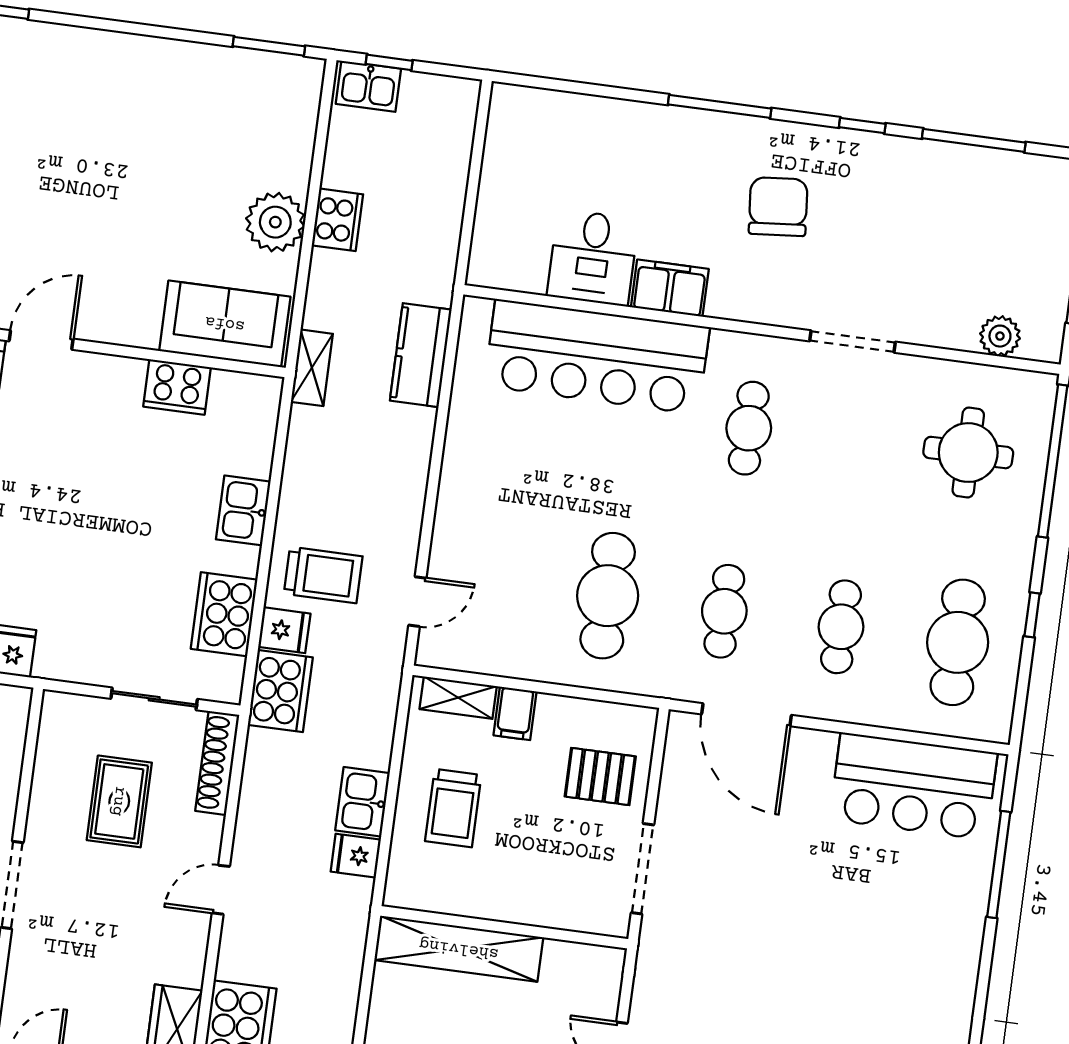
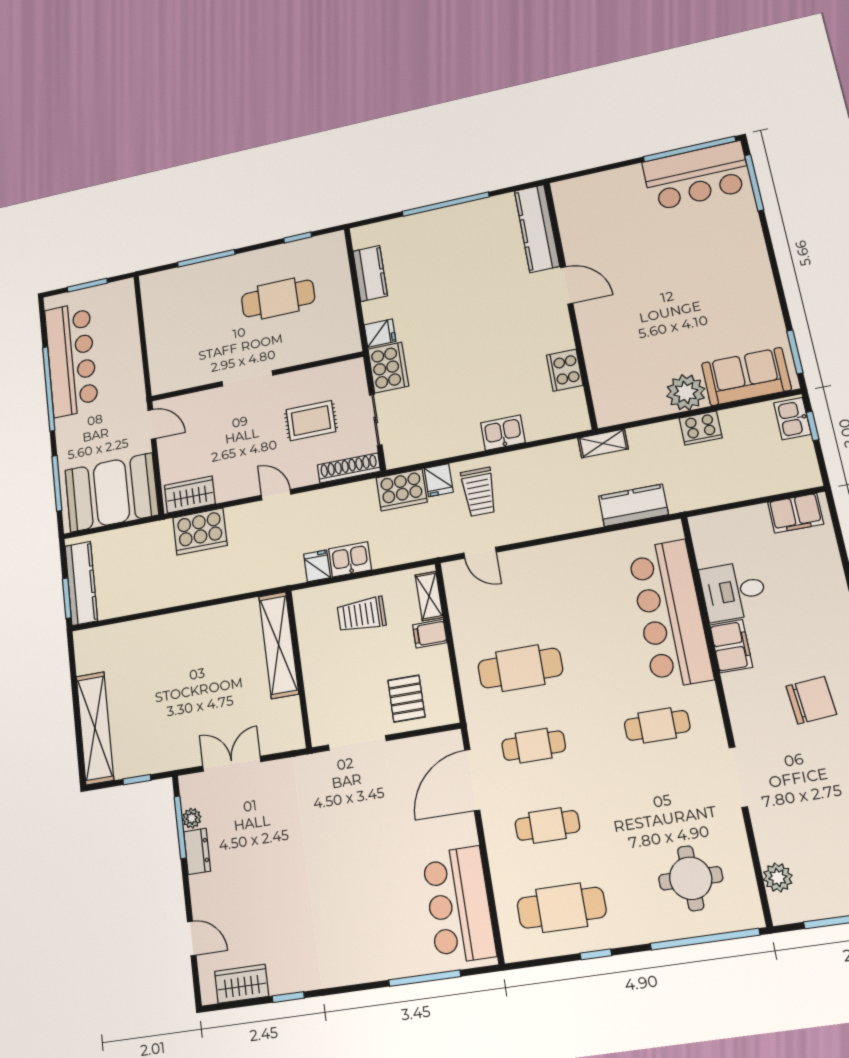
filing cabinet: (509, 132) -> (796, 513), added
sofa: (225, 324) -> (746, 377), moved, turned -90
cooker: (224, 614) -> (388, 368), moved, turned 90

